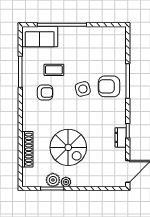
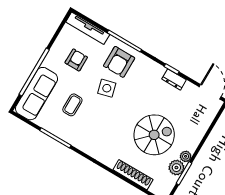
sofa: (40, 37) -> (37, 94), width x1.36
tv unit: (121, 46) -> (88, 28), added
armchair: (45, 93) -> (76, 60), moved

